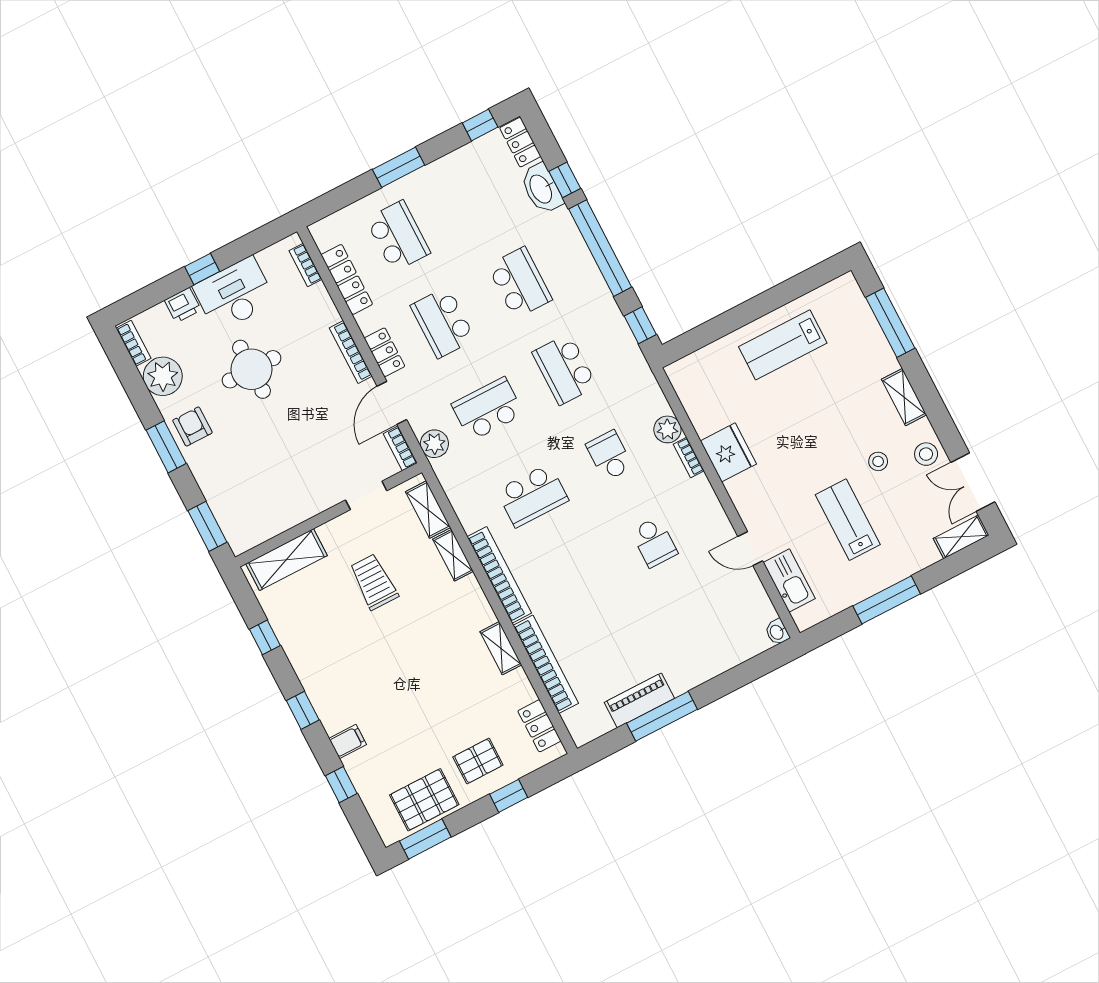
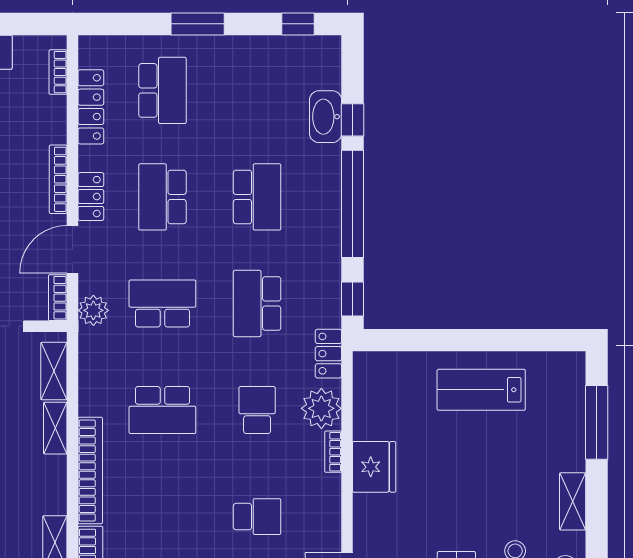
locker: (520, 142) -> (328, 354), moved
plant: (667, 429) -> (321, 408), width x1.36, depth x1.36
school desk: (654, 542) -> (257, 517), turned -90

